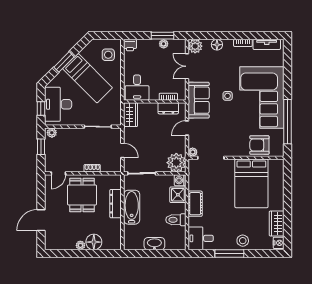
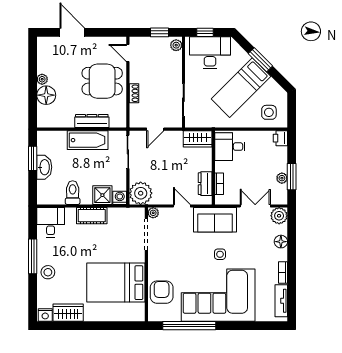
window: (147, 253) -> (33, 158), added

